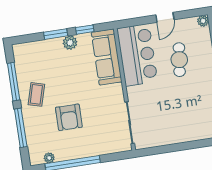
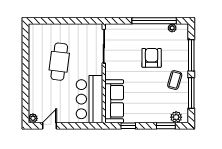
door: (165, 17) -> (49, 126), moved
window: (56, 34) -> (166, 126), moved
plant: (70, 43) -> (176, 117), moved
cafe table: (179, 60) -> (59, 62), moved, width x1.37, depth x1.35

